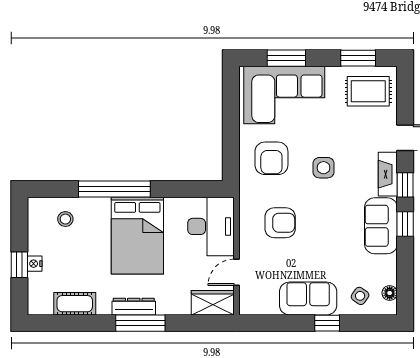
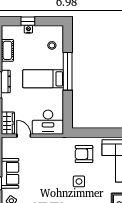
armchair: (280, 223) -> (50, 159), removed
bed: (137, 236) -> (43, 79), width x0.67

